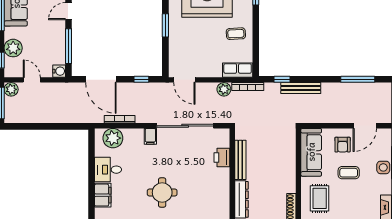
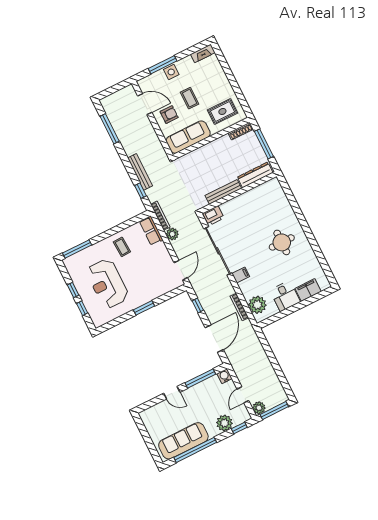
printer: (222, 157) -> (213, 216), moved

